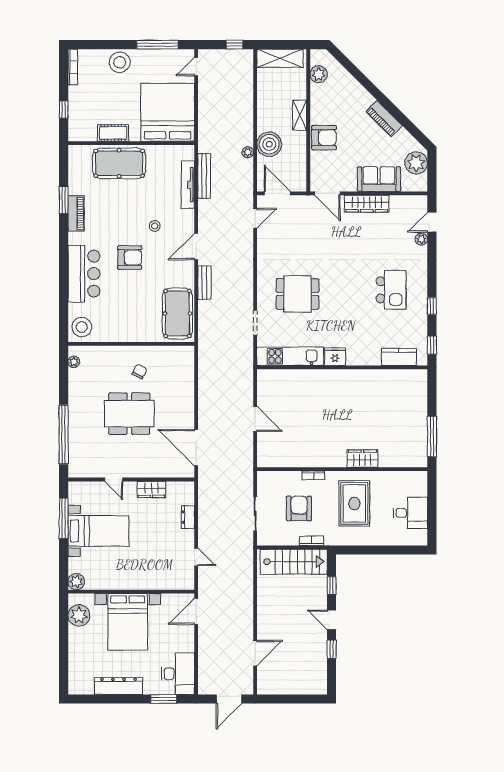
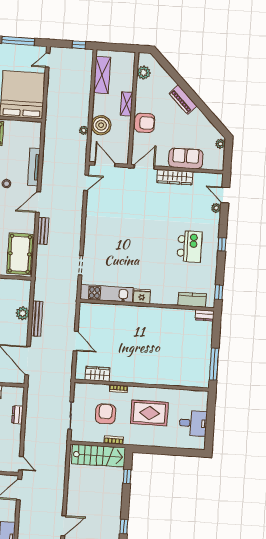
shelving: (280, 58) -> (102, 75), moved, turned 90
piano: (384, 119) -> (183, 100), moved
plant: (416, 163) -> (220, 144), width x0.53, depth x0.53
bench: (204, 176) -> (37, 319), moved
tv unit: (188, 185) -> (34, 167), moved
door: (327, 193) -> (144, 167), swing flipped
door: (432, 222) -> (225, 195), hinge flipped
dining table: (298, 294) -> (116, 245), removed
window: (432, 306) -> (222, 244), moved
dresser: (416, 376) -> (205, 315), added
plant: (186, 388) -> (23, 313), added
wardrobe: (362, 459) -> (98, 374), moved
rug: (354, 504) -> (149, 413), turned 90
door: (196, 557) -> (21, 463), moved
door: (332, 620) -> (125, 503), removed

